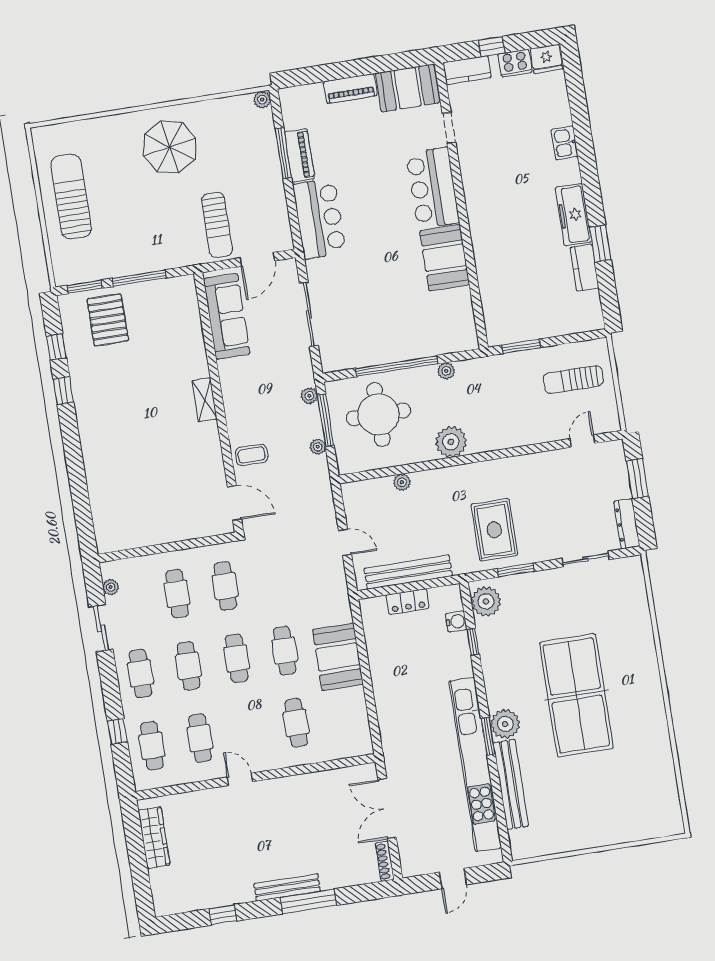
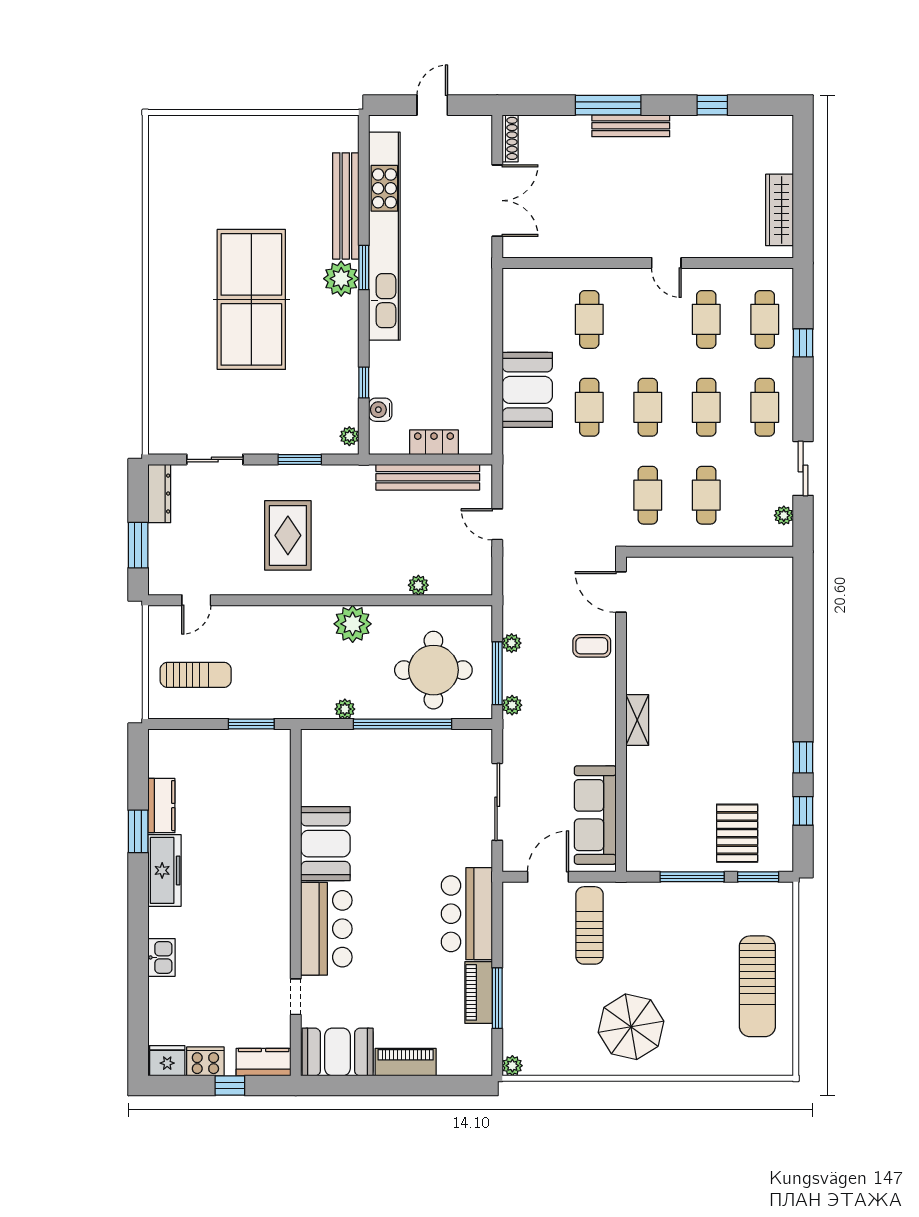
rug: (494, 530) -> (288, 535), moved
plant: (486, 601) -> (349, 436), width x0.53, depth x0.53

